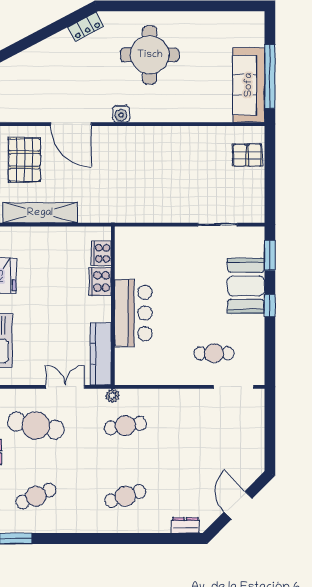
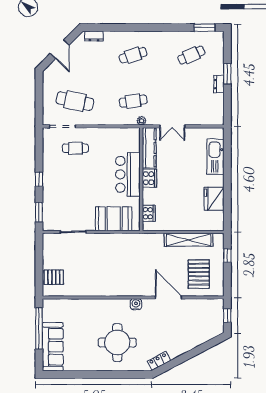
sofa: (249, 85) -> (53, 347), moved
cooker: (100, 281) -> (149, 178), moved
booth: (246, 286) -> (114, 219), moved, turned 90
cafe table: (36, 426) -> (75, 101), moved

